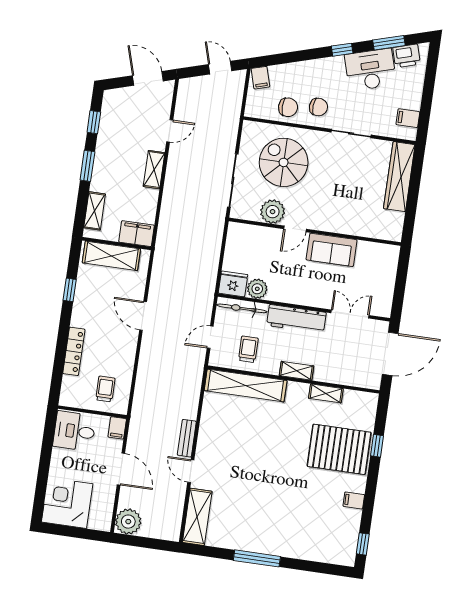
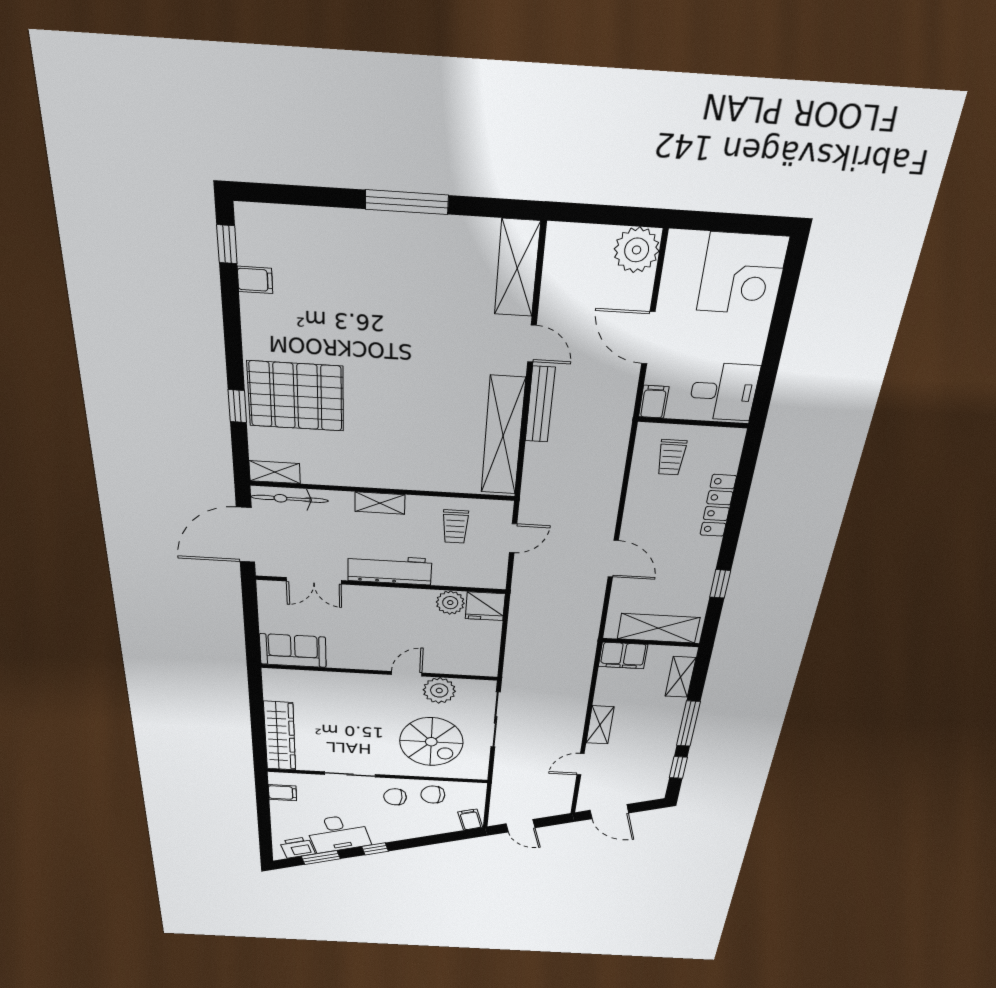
window: (87, 166) -> (688, 724), width x1.44
sofa: (332, 250) -> (293, 651), moved
bicycle: (242, 308) -> (290, 499), moved, turned 180
shelving: (246, 385) -> (503, 436), moved, turned 90
shelving: (326, 393) -> (275, 472), moved
bench: (187, 438) -> (540, 405), width x1.36
filing cabinet: (354, 500) -> (255, 280), moved

